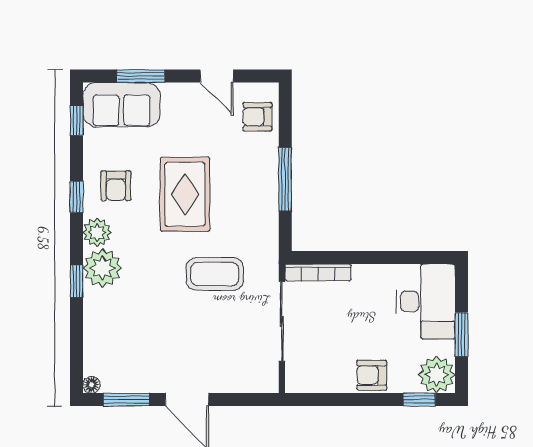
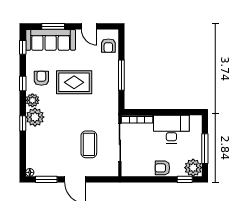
sofa: (121, 105) -> (51, 40), width x1.36
armchair: (257, 117) -> (108, 46), turned -90
armchair: (116, 186) -> (41, 78), turned 180
rug: (185, 194) -> (74, 82), turned 90
coffee table: (215, 274) -> (89, 144), moved, turned 90
desk: (426, 301) -> (171, 129), moved, turned -90
window: (462, 335) -> (205, 149), width x1.44

